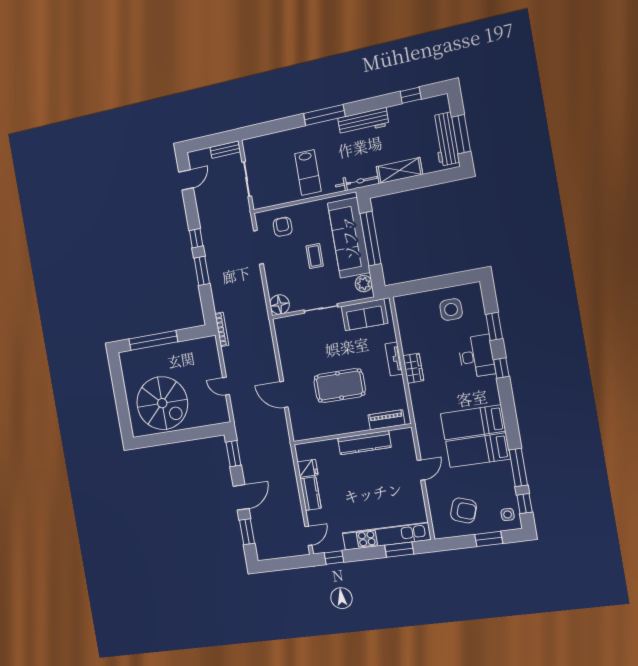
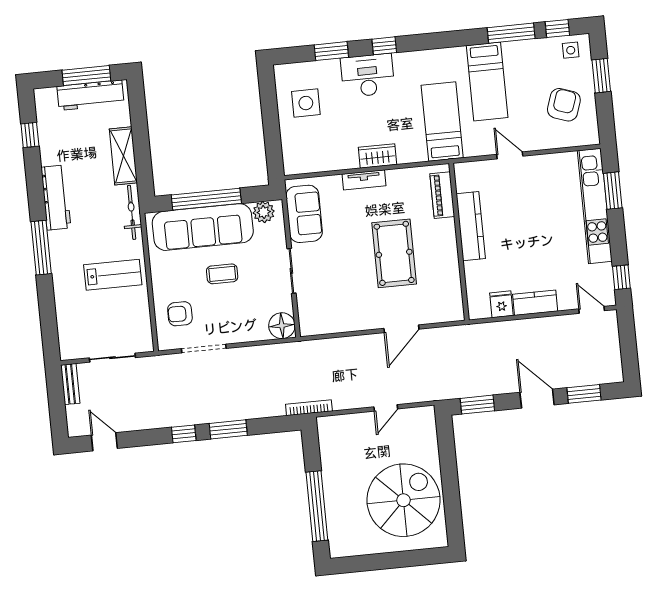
bed: (473, 422) -> (442, 122), moved, turned 180

